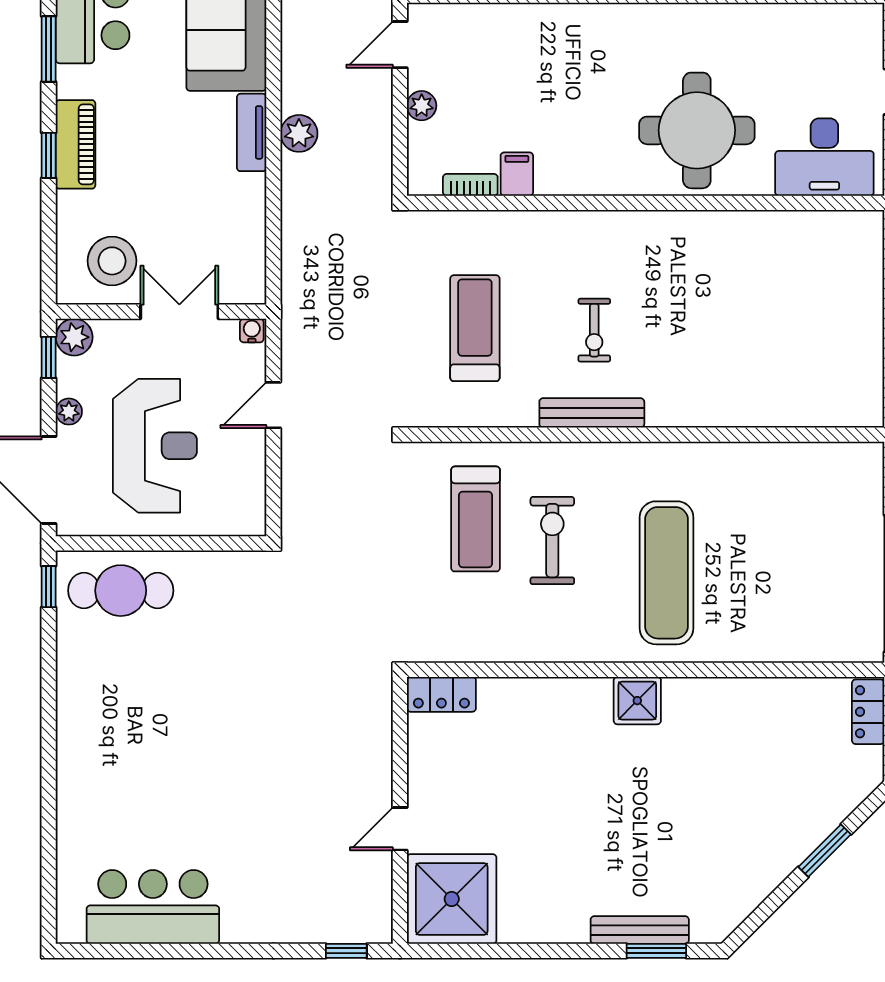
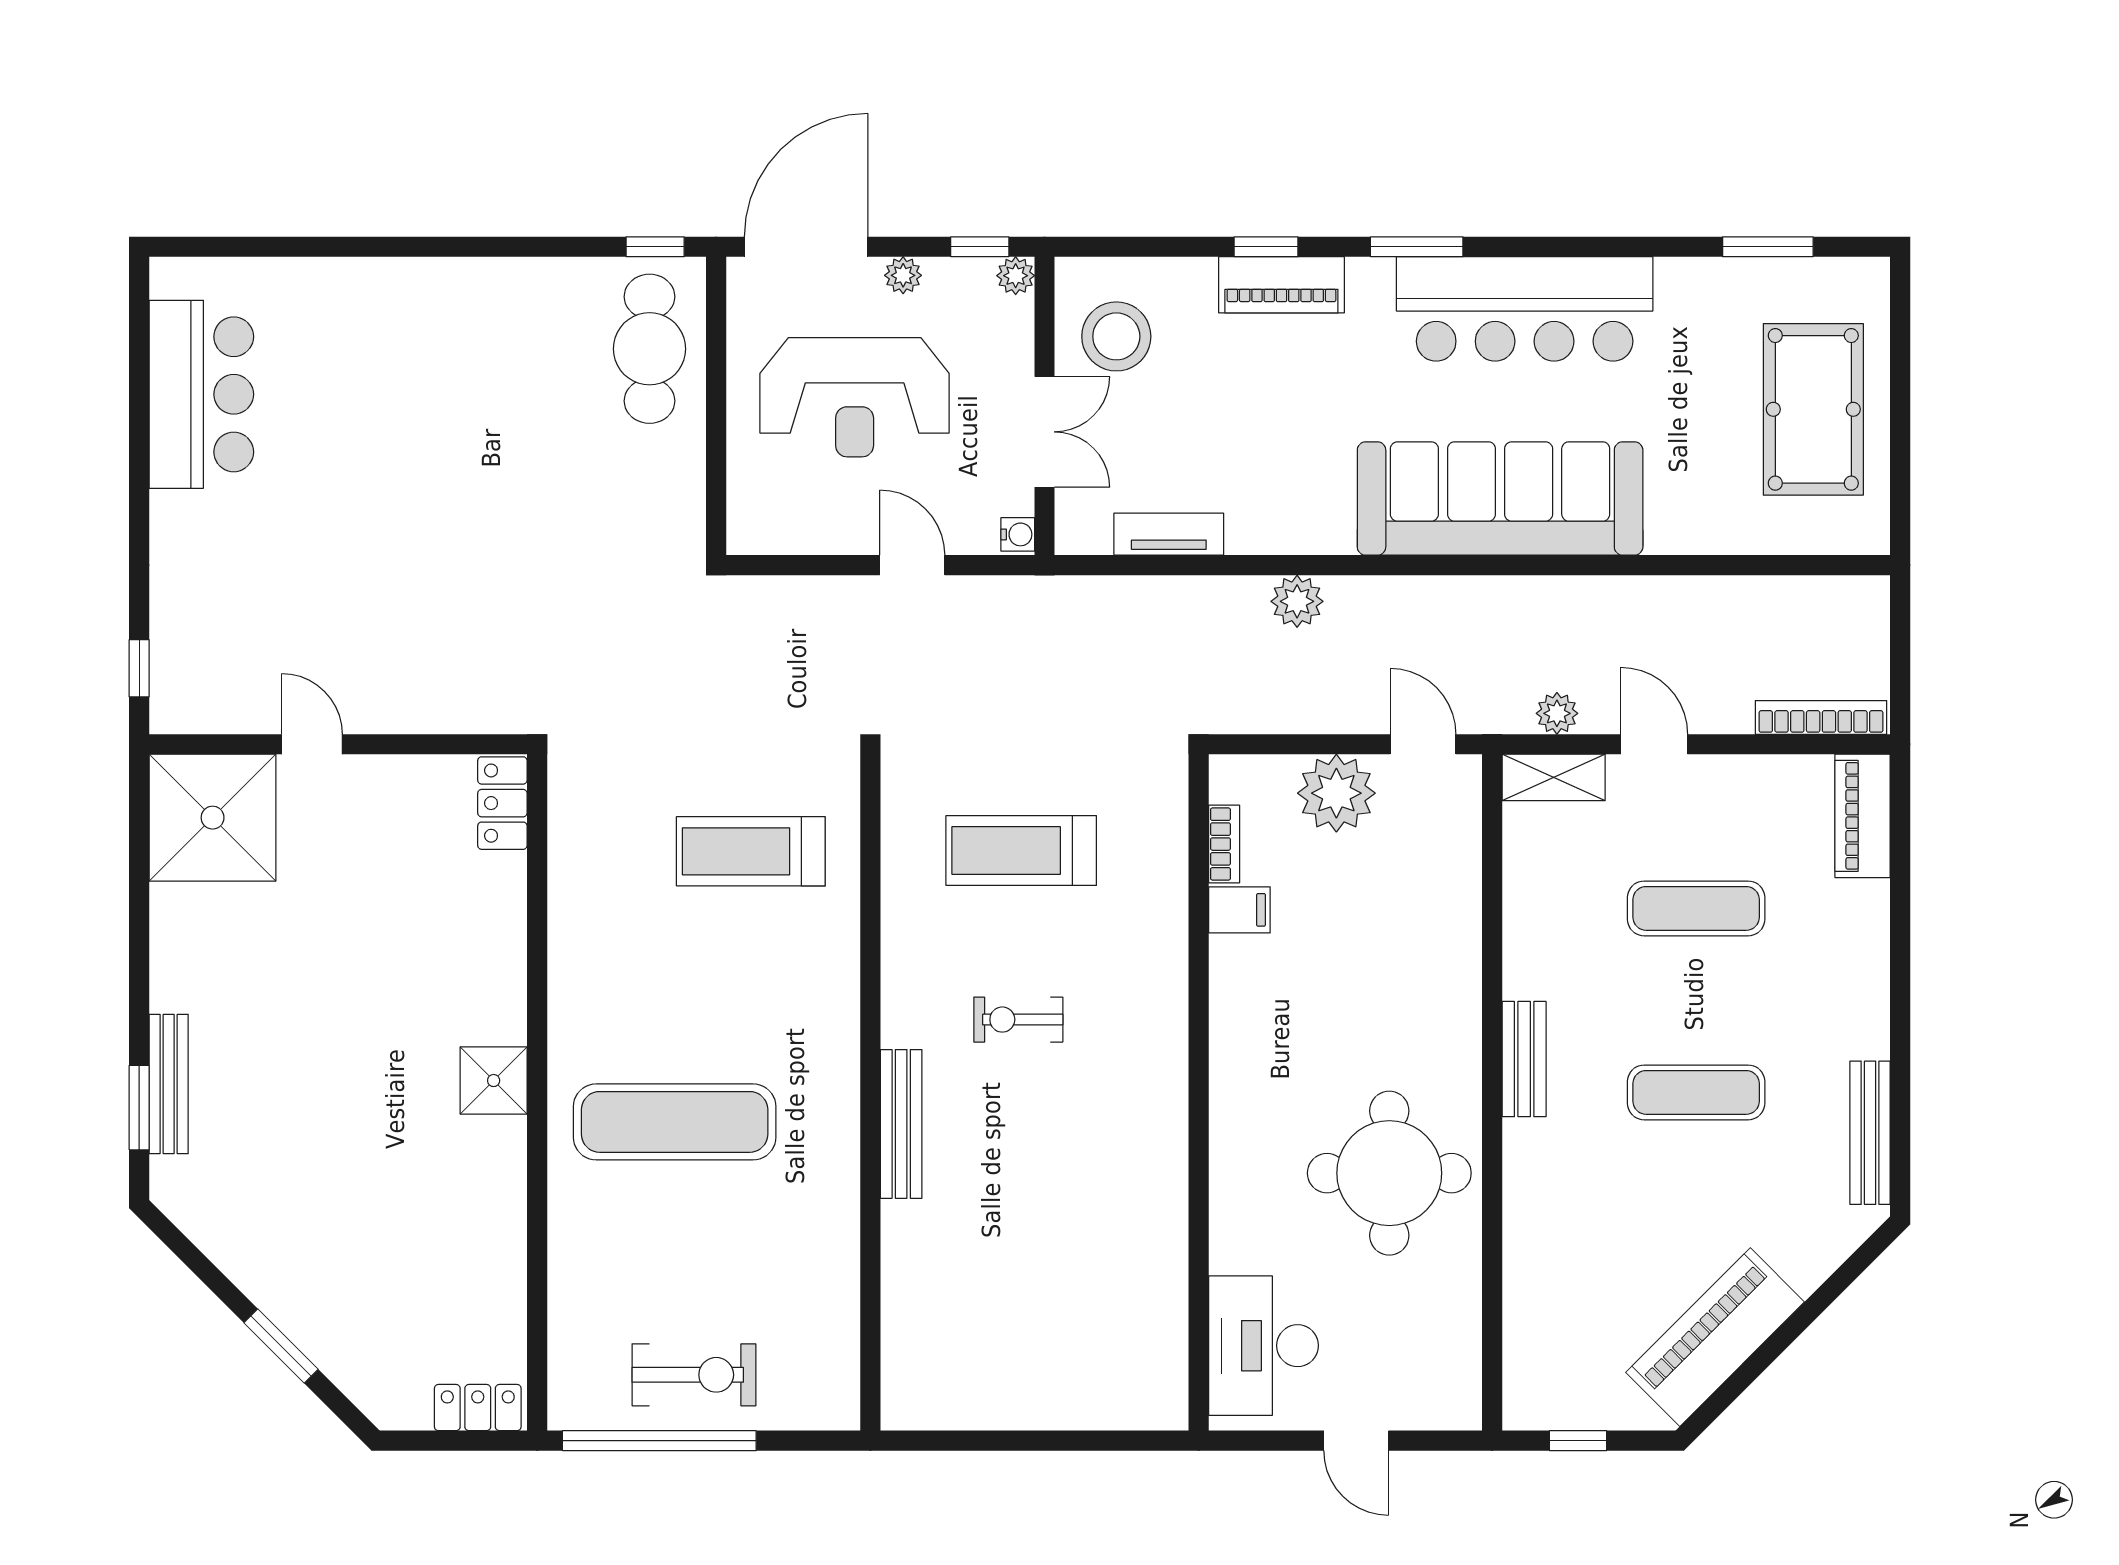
plant: (422, 106) -> (1336, 793), width x1.88, depth x1.88
round table: (697, 130) -> (1389, 1173), moved
tv unit: (252, 132) -> (1169, 534), moved
treadmill: (475, 328) -> (1021, 850), turned 180
plant: (74, 337) -> (1016, 276), width x0.73, depth x0.73
bench: (592, 413) -> (901, 1124), moved
exercise bike: (552, 541) -> (694, 1375), moved

